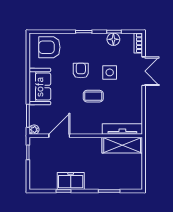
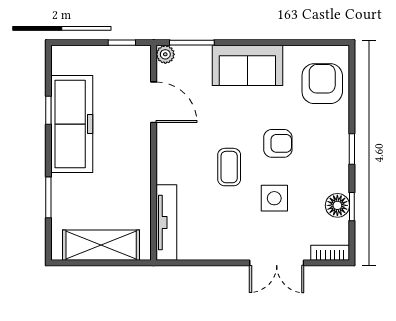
shelving: (122, 145) -> (101, 245), moved, turned 90
freezer: (71, 181) -> (72, 124), width x1.91, depth x1.26

